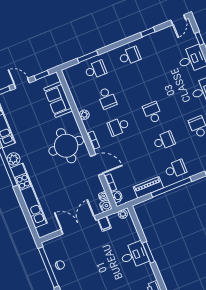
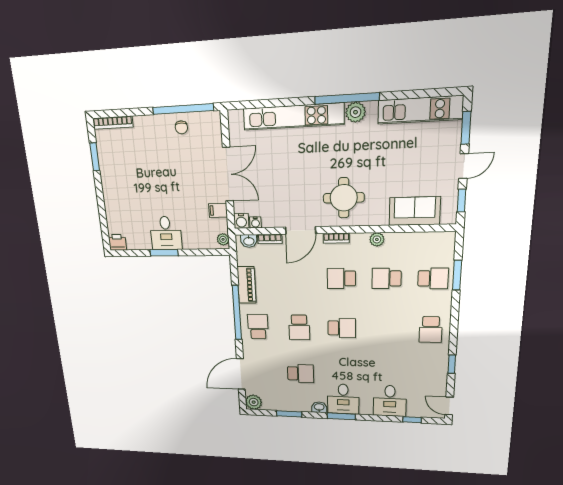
school desk: (95, 70) -> (433, 278), turned -90
school desk: (118, 126) -> (341, 278), turned -90
round table: (66, 146) -> (344, 198), width x0.73, depth x0.73
school desk: (176, 169) -> (258, 327), turned 180

